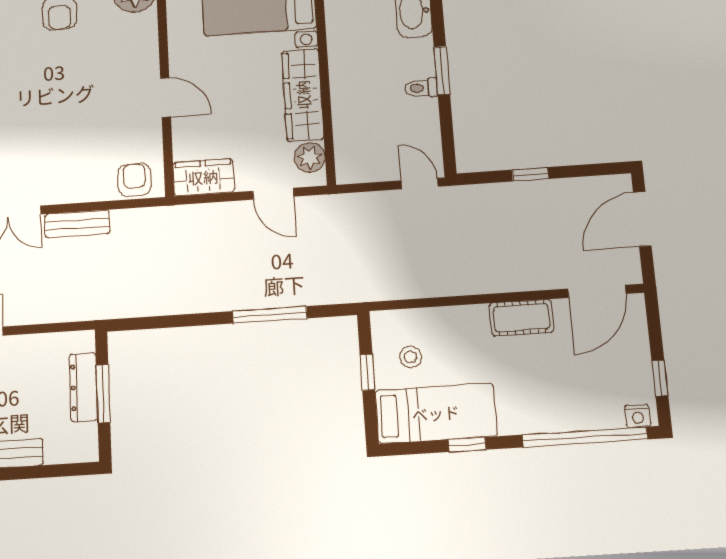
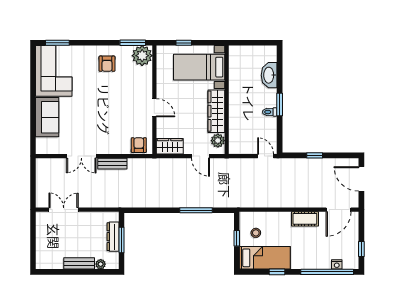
door: (642, 219) -> (361, 179), hinge flipped
nightstand: (638, 416) -> (337, 264), moved
plant: (57, 452) -> (101, 264), added

